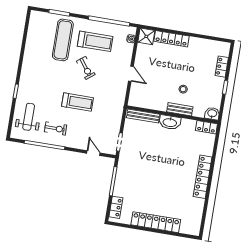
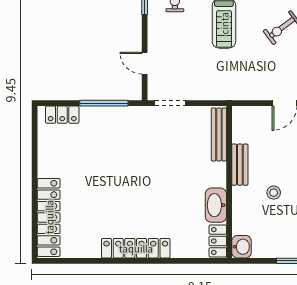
bench: (180, 109) -> (240, 165), moved
washbasin: (170, 122) -> (216, 205), moved
door: (93, 153) -> (145, 63), swing flipped
locker: (156, 222) -> (49, 217), moved

